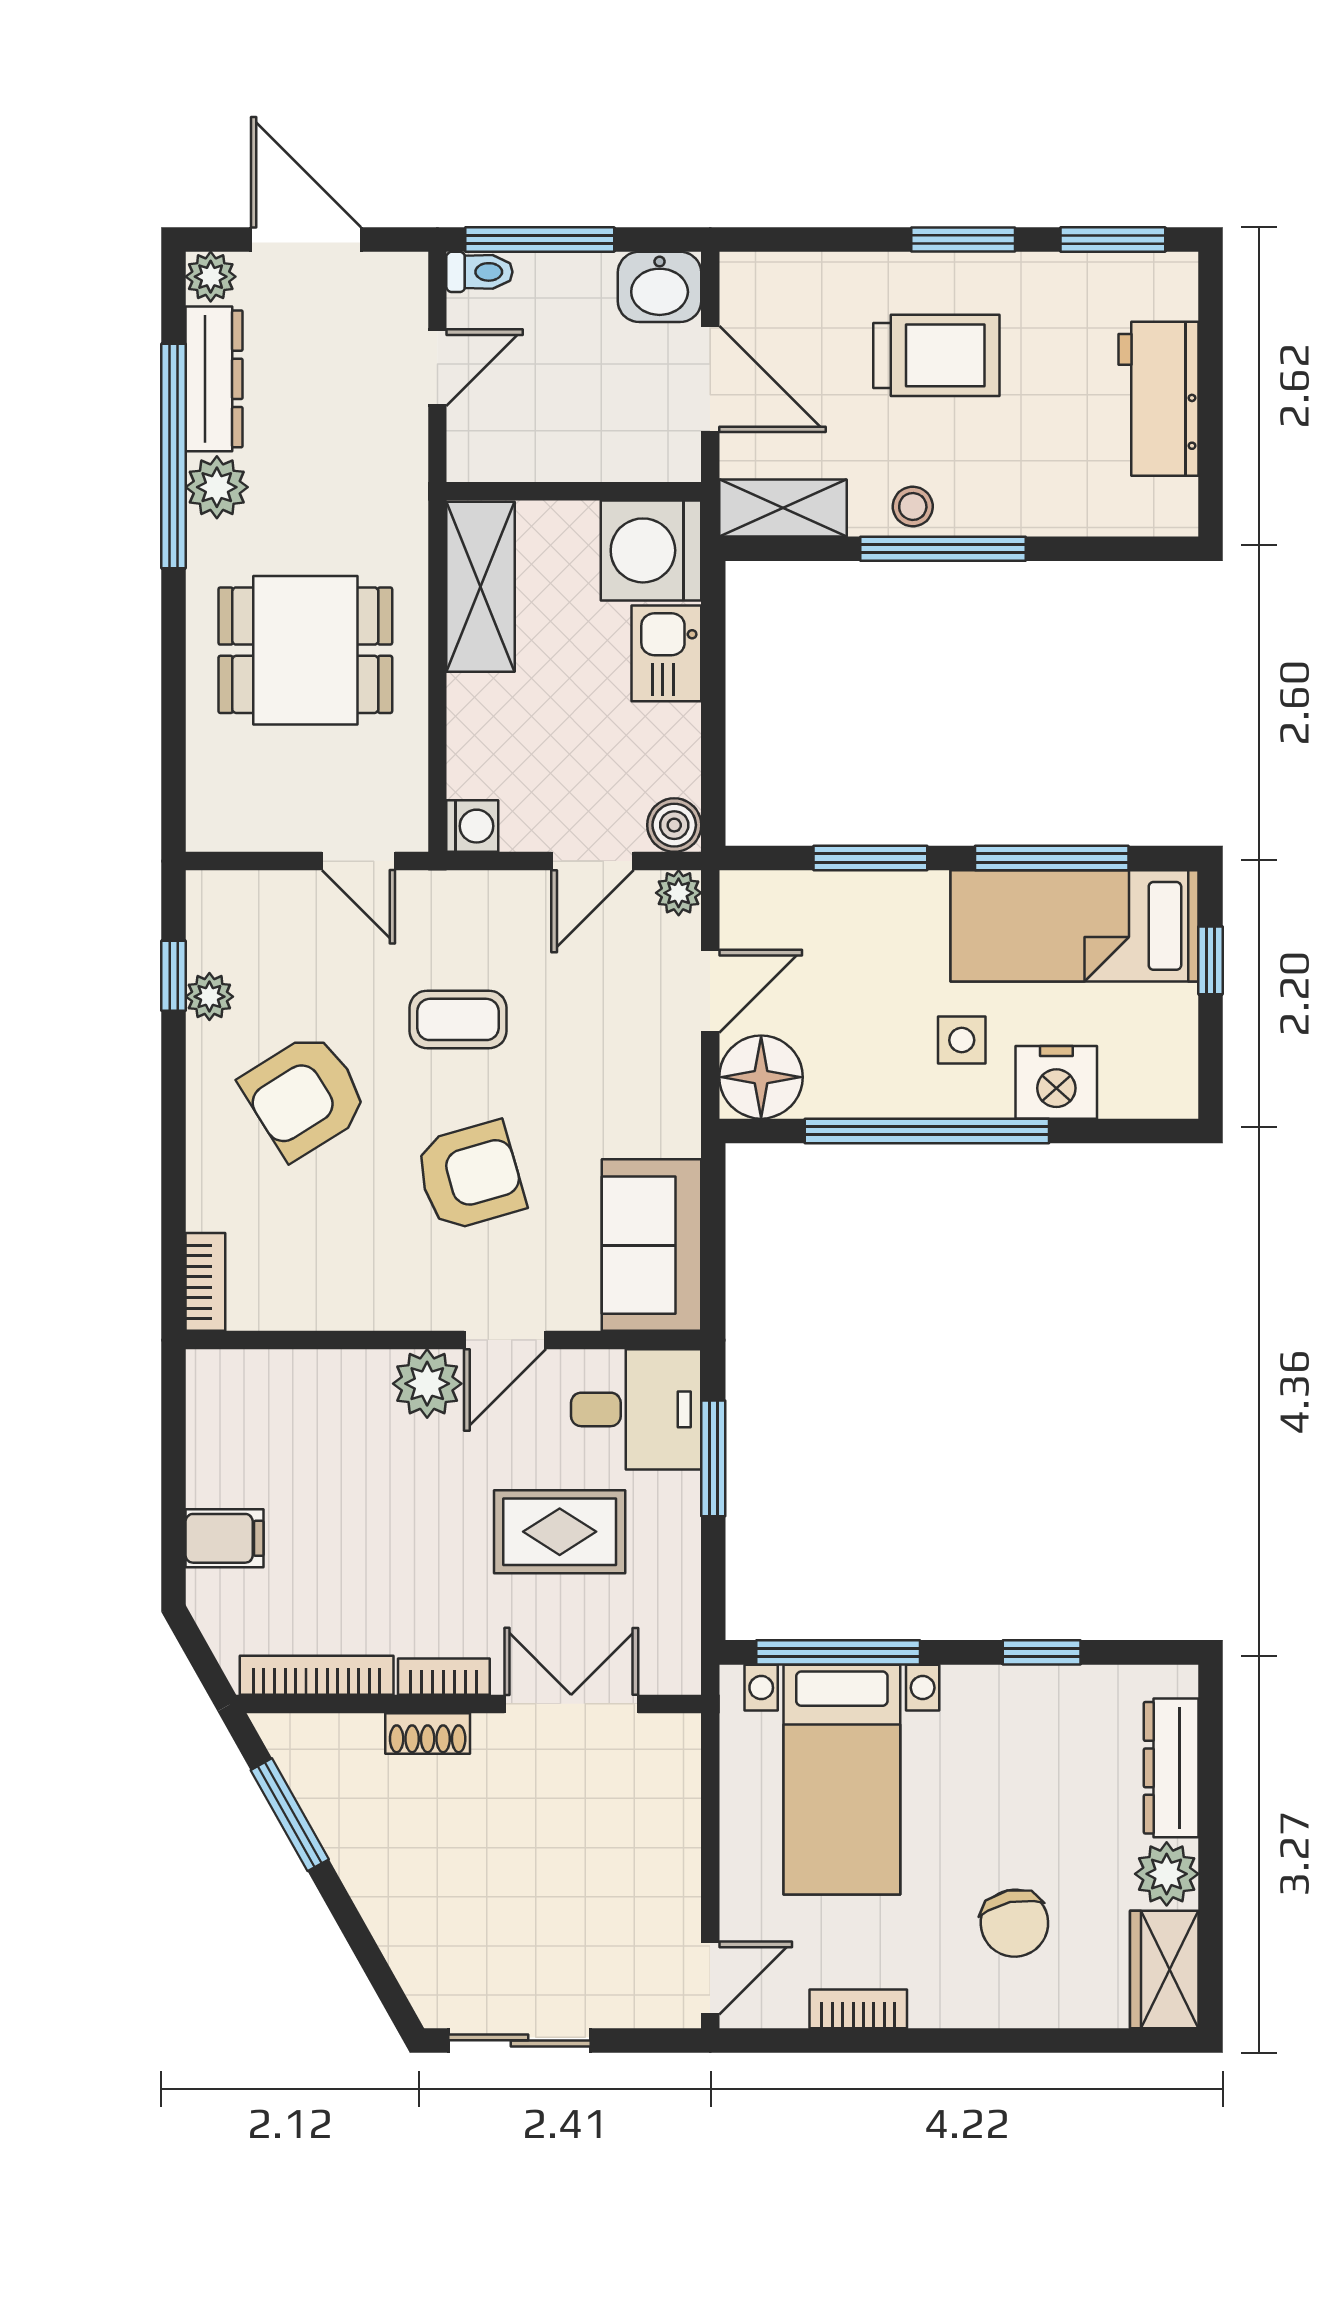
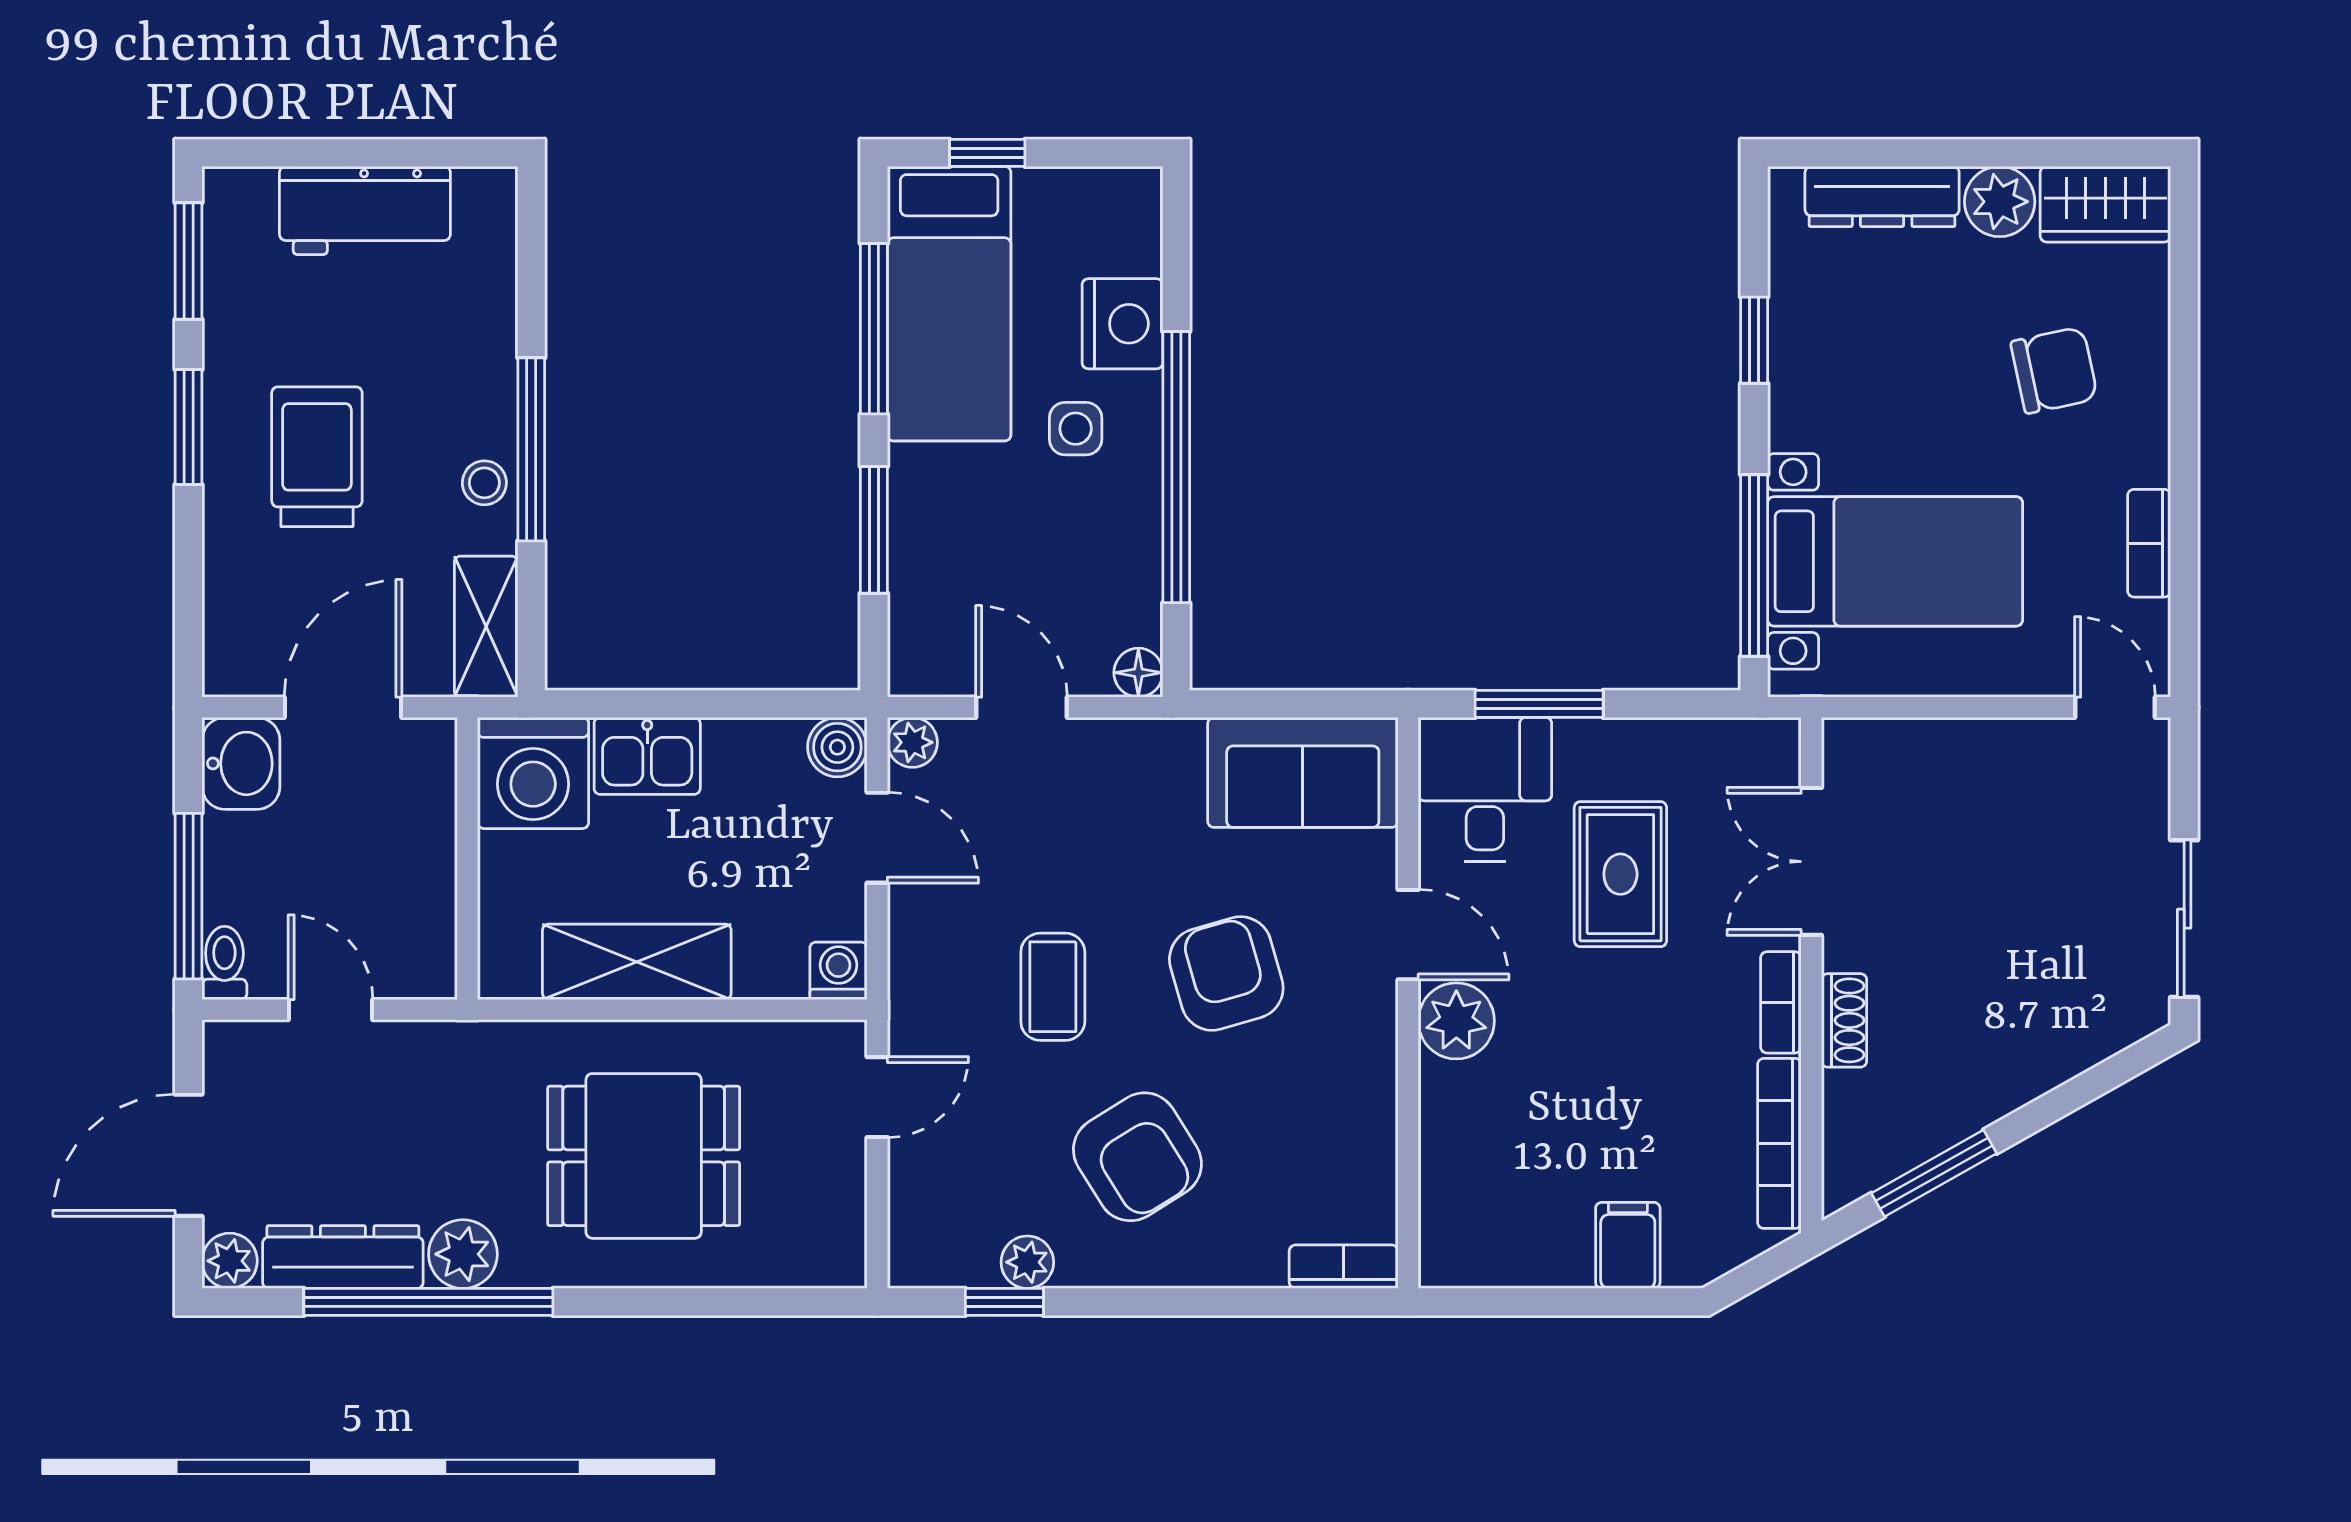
shelving: (481, 587) -> (637, 962), moved
dining table: (305, 650) -> (644, 1156), turned 90
floor lamp: (761, 1077) -> (1138, 673), width x0.53, depth x0.53

